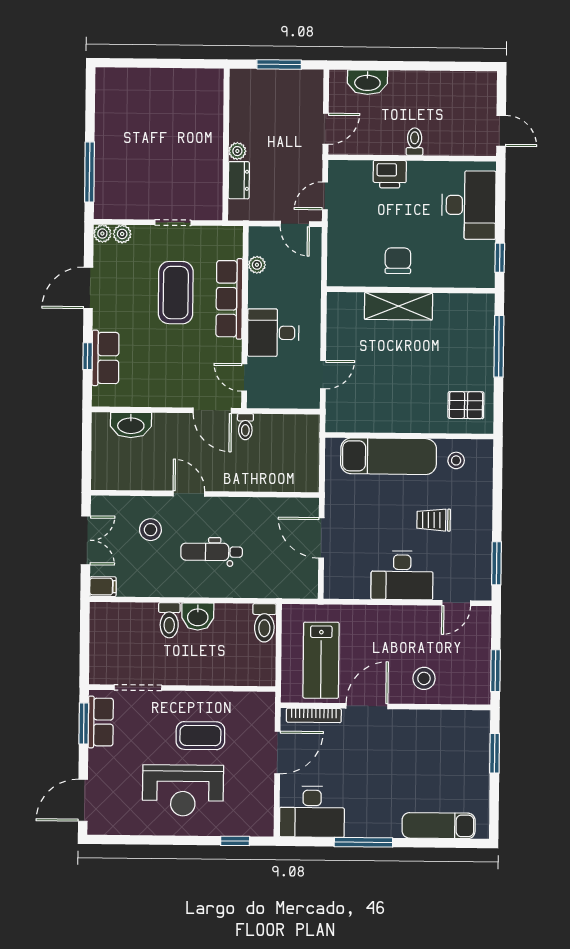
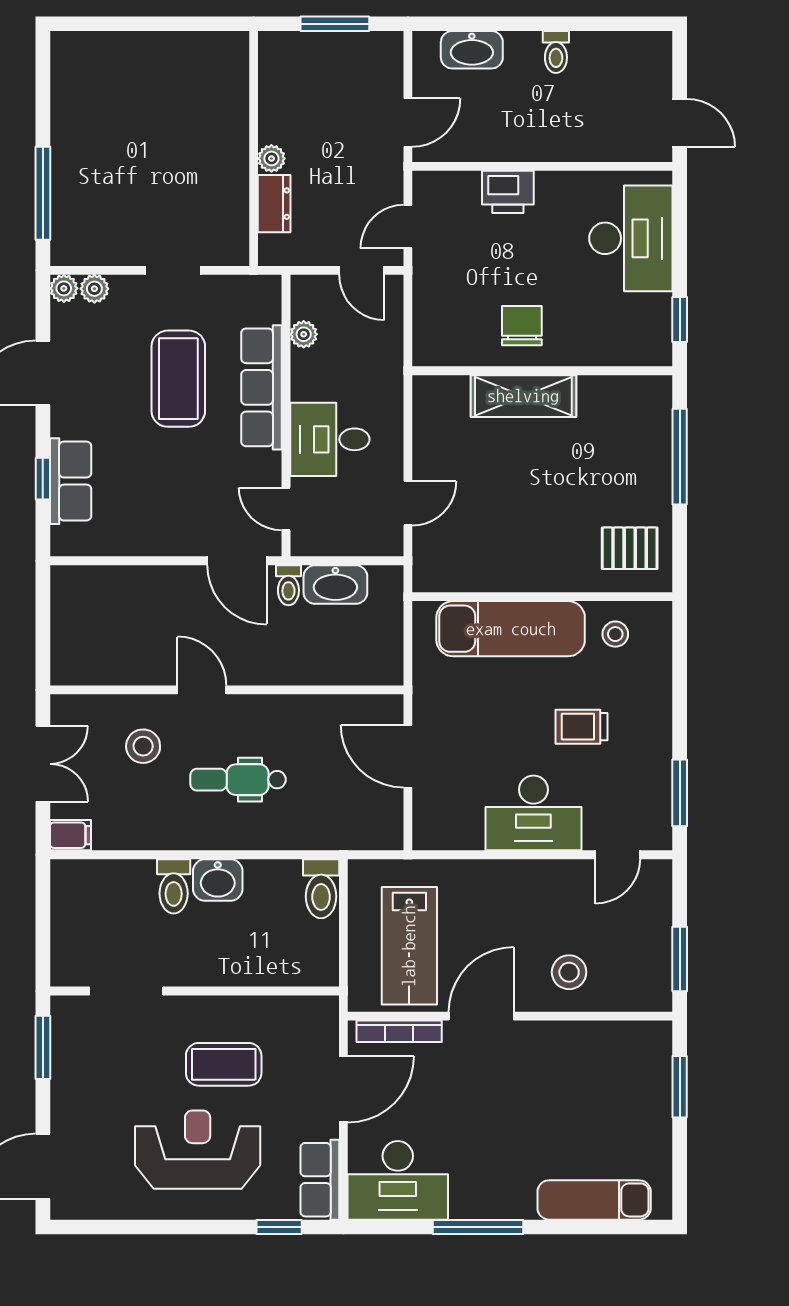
toilet: (415, 142) -> (556, 52), moved, turned 180
washbasin: (131, 425) -> (335, 585), moved
row of seats: (101, 722) -> (320, 1180), moved, turned 180
reception desk: (183, 790) -> (198, 1150), turned 180

